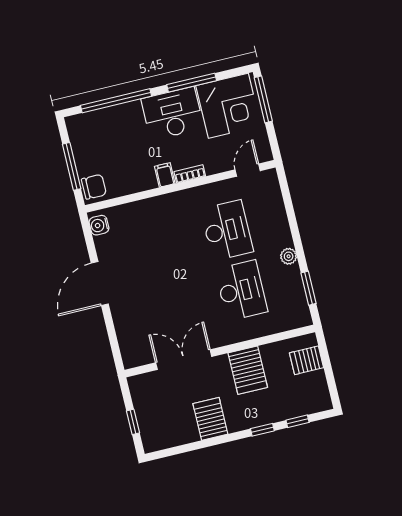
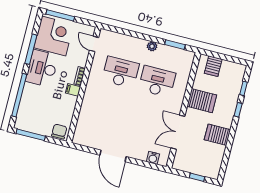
window: (72, 166) -> (31, 135), moved
water cooler: (99, 225) -> (153, 158), moved

